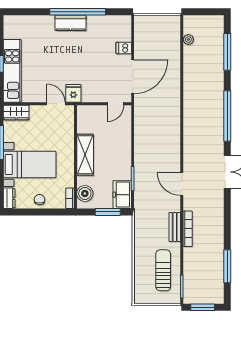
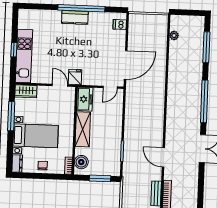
dishwasher: (124, 48) -> (120, 25), moved
freezer: (122, 195) -> (85, 99), moved, turned 180

